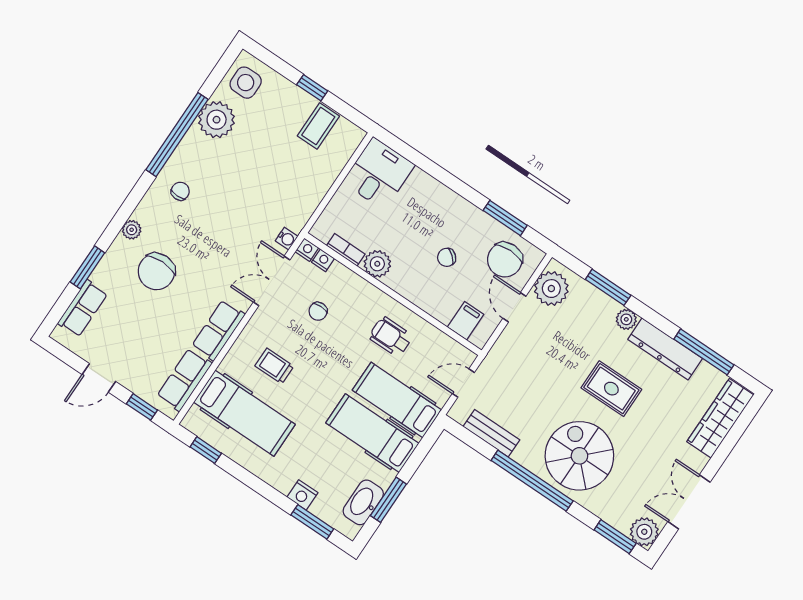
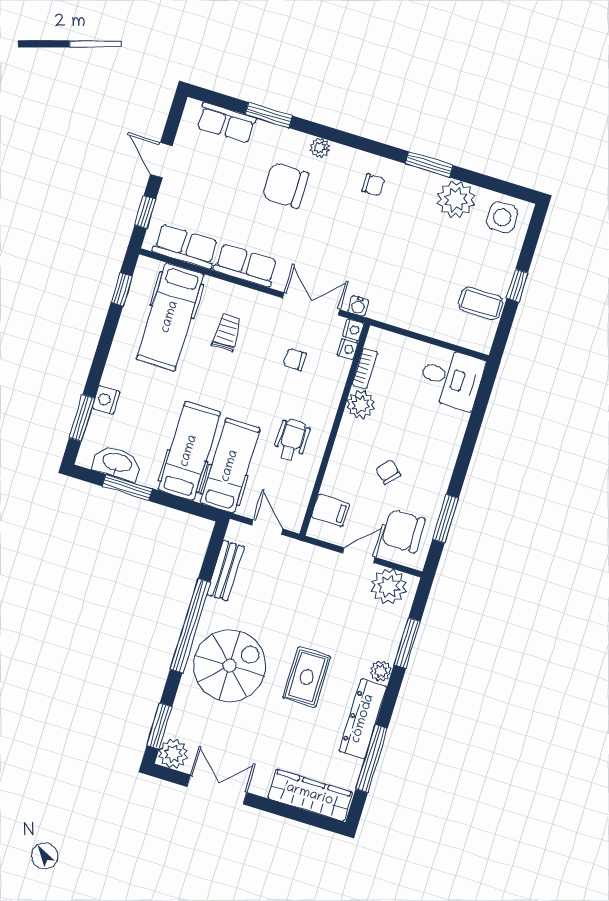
window: (177, 135) -> (429, 164), width x0.47

